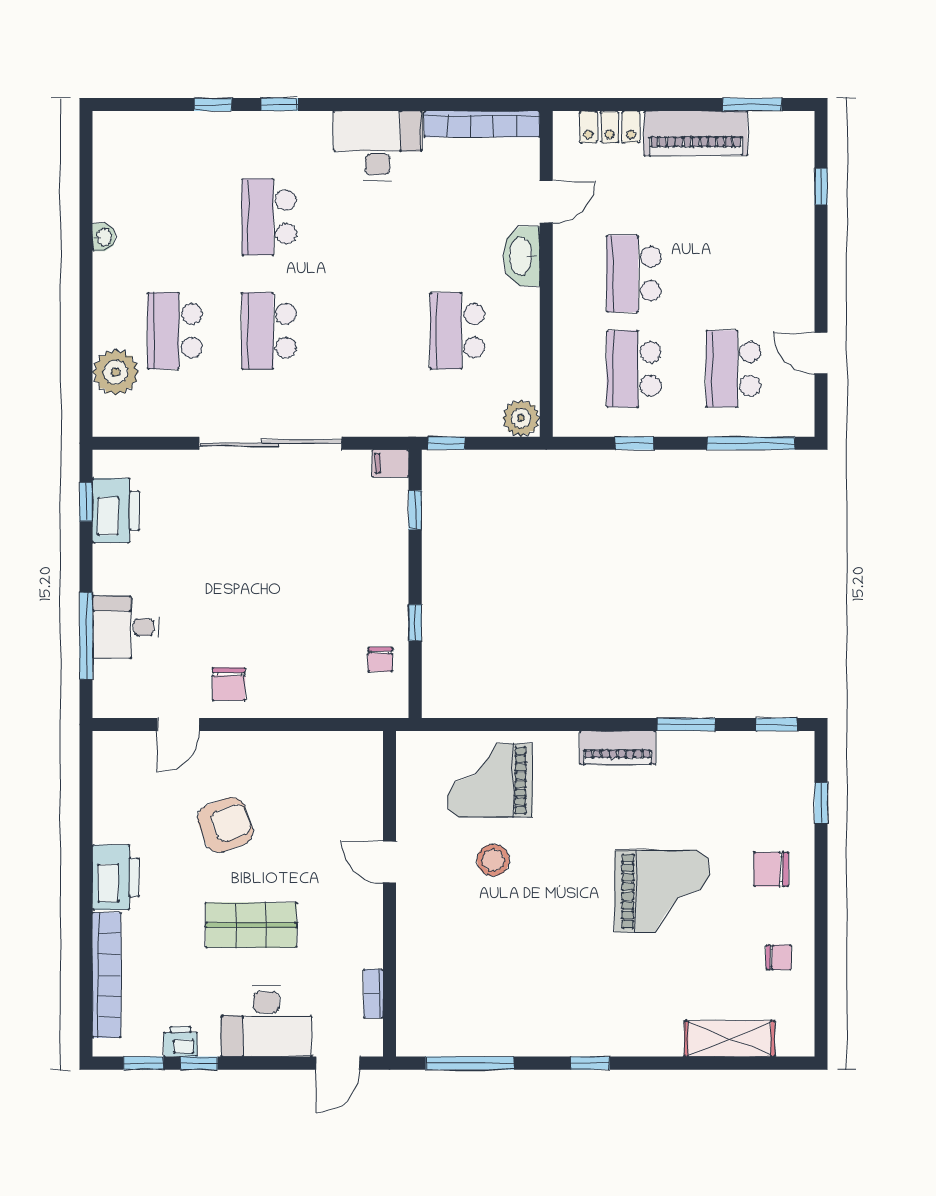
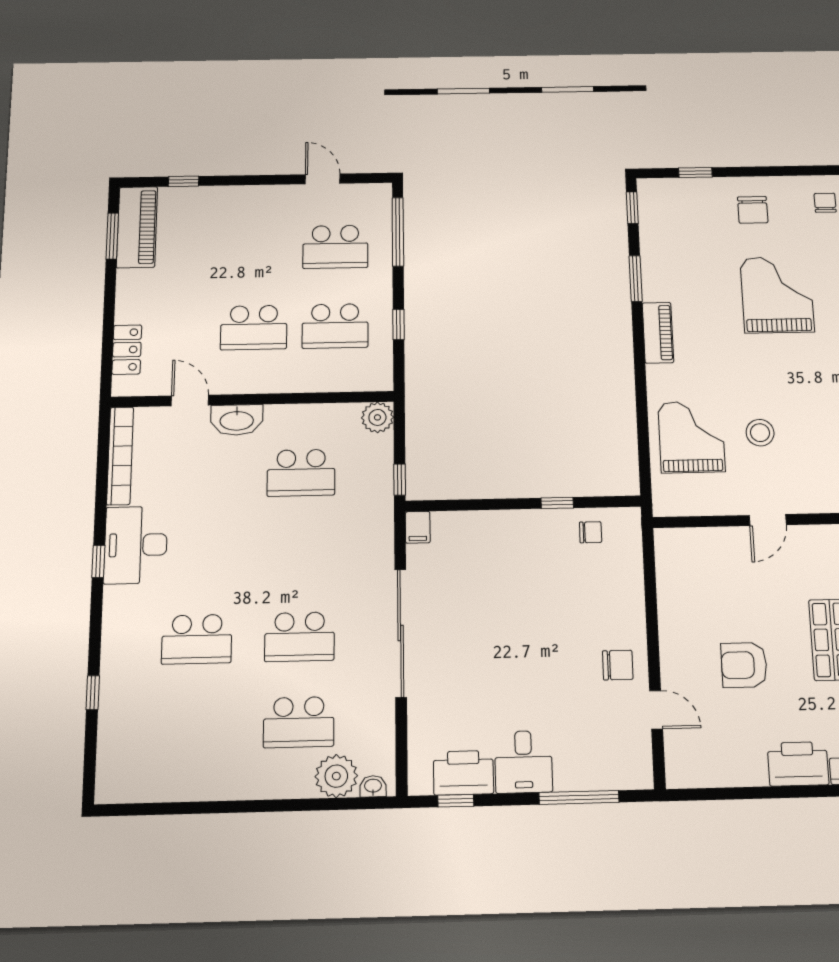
window: (280, 104) -> (98, 561), moved
piano: (696, 133) -> (137, 227), moved
washbasin: (104, 237) -> (373, 786), moved
door: (821, 353) -> (323, 179), swing flipped
window: (415, 510) -> (459, 505), removed
desk: (126, 627) -> (523, 762), moved
grand piano: (490, 780) -> (691, 437), turned 180
armchair: (225, 825) -> (744, 665), turned -70

